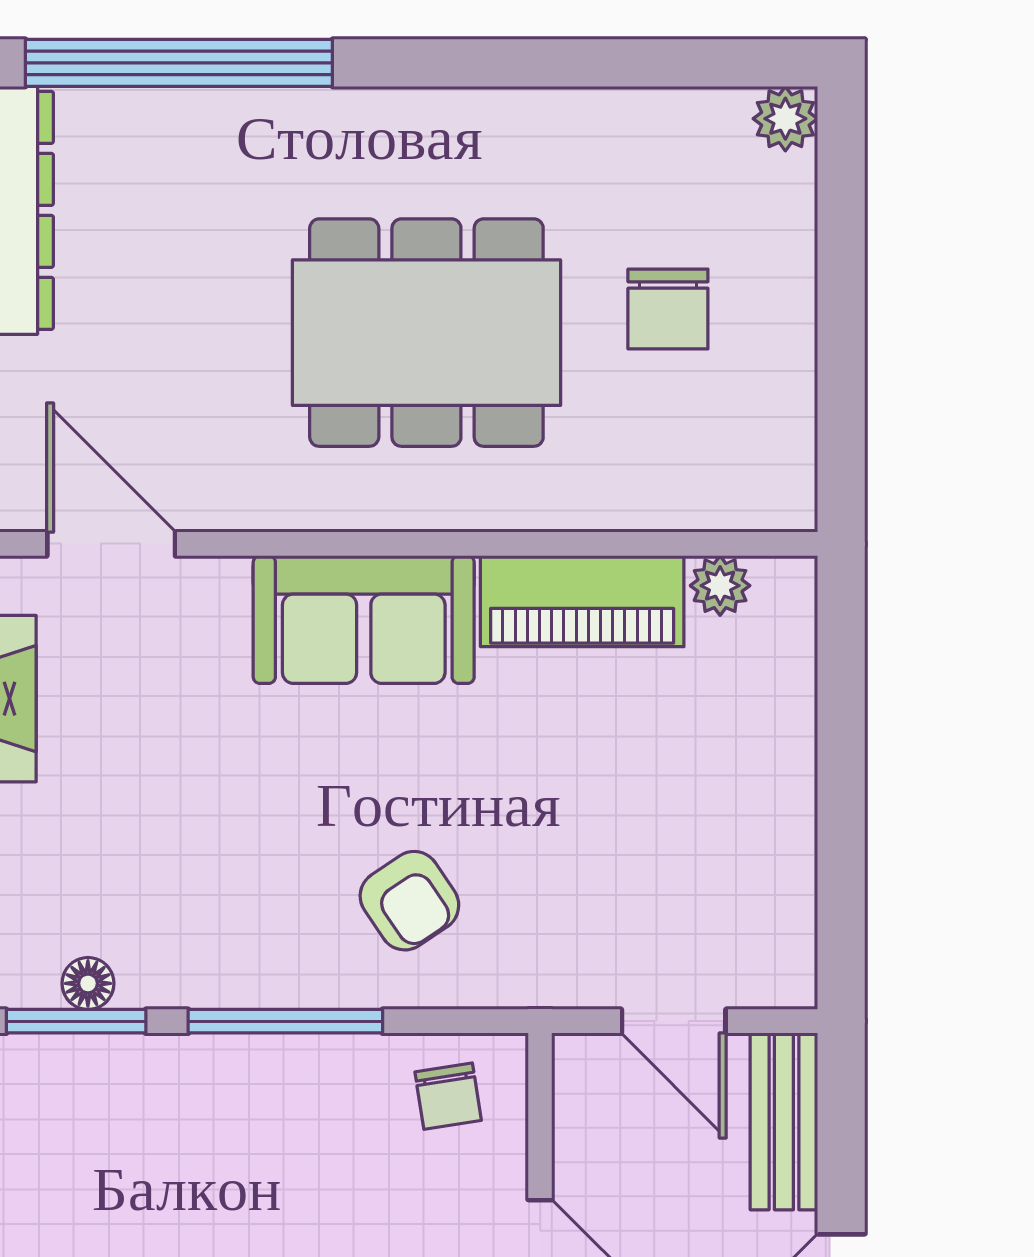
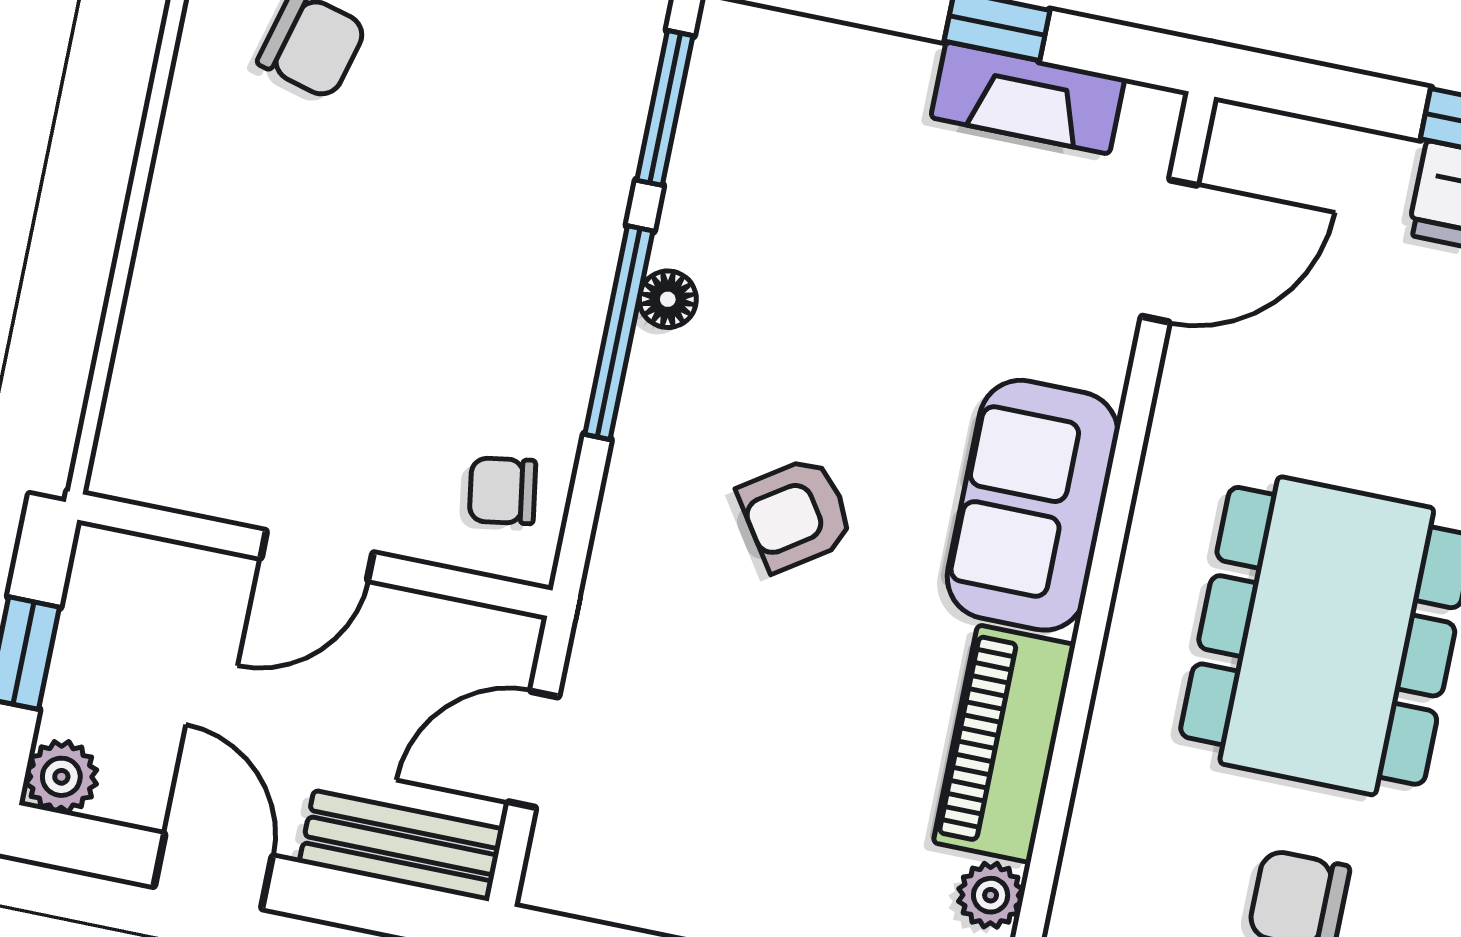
armchair: (409, 901) -> (796, 514), moved
floor lamp: (88, 983) -> (668, 299), moved

